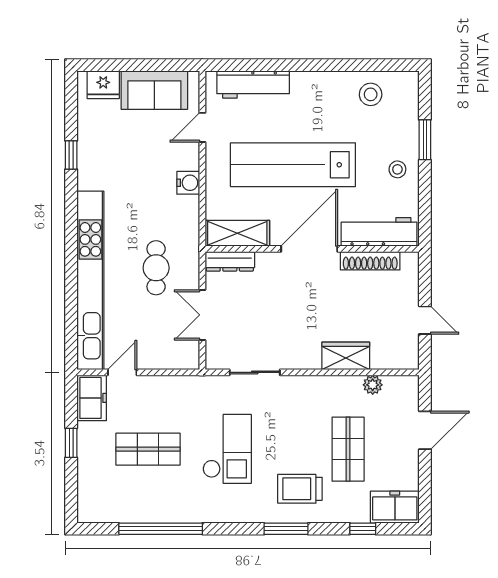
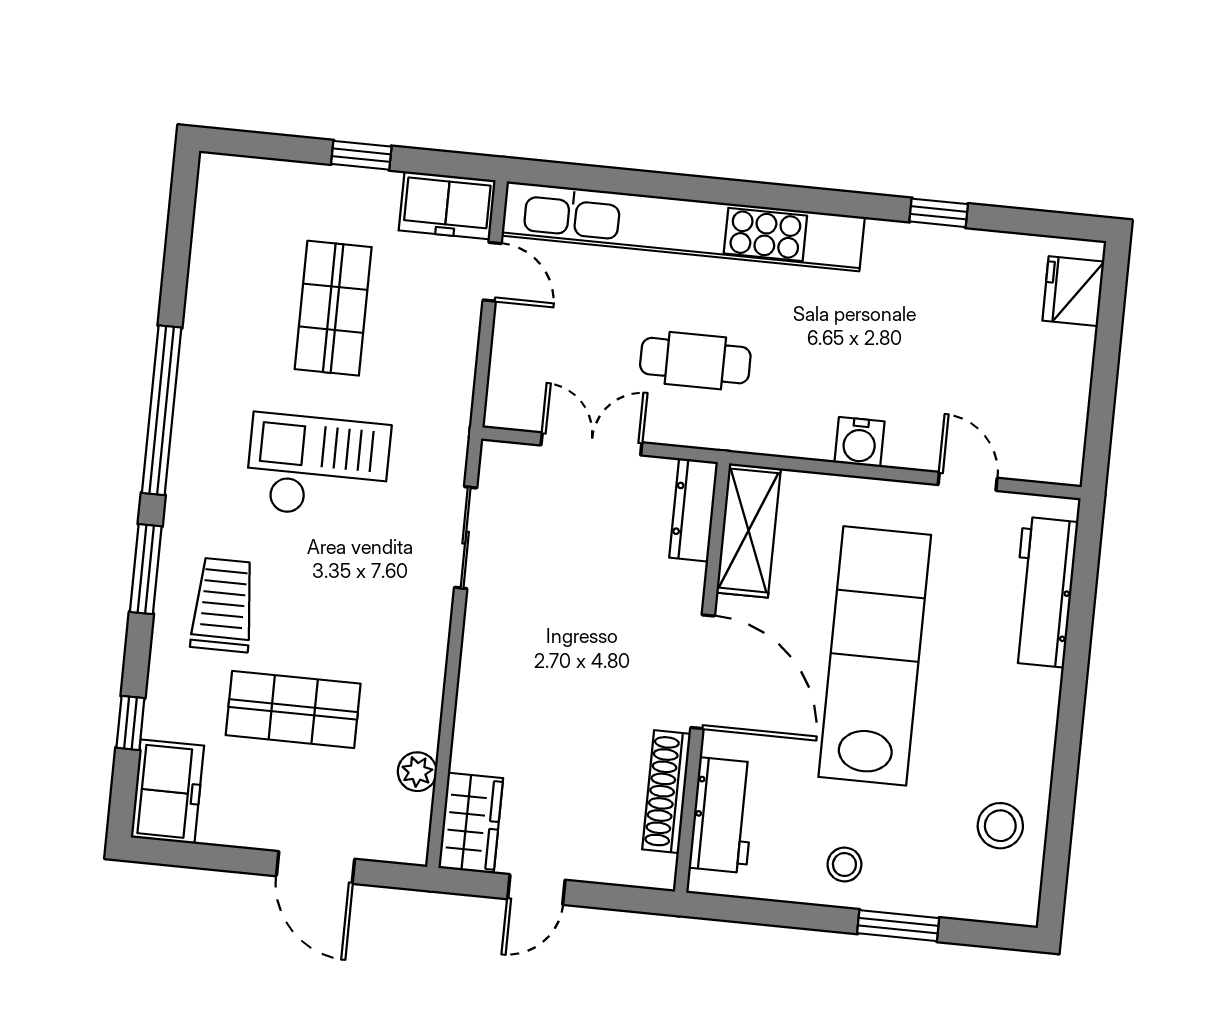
sofa: (154, 90) -> (1052, 393), removed
workbench: (379, 232) -> (723, 815), width x0.73
wardrobe: (346, 356) -> (471, 823), moved
checkout: (227, 449) -> (318, 467), turned 180
window: (161, 529) -> (162, 410), moved

